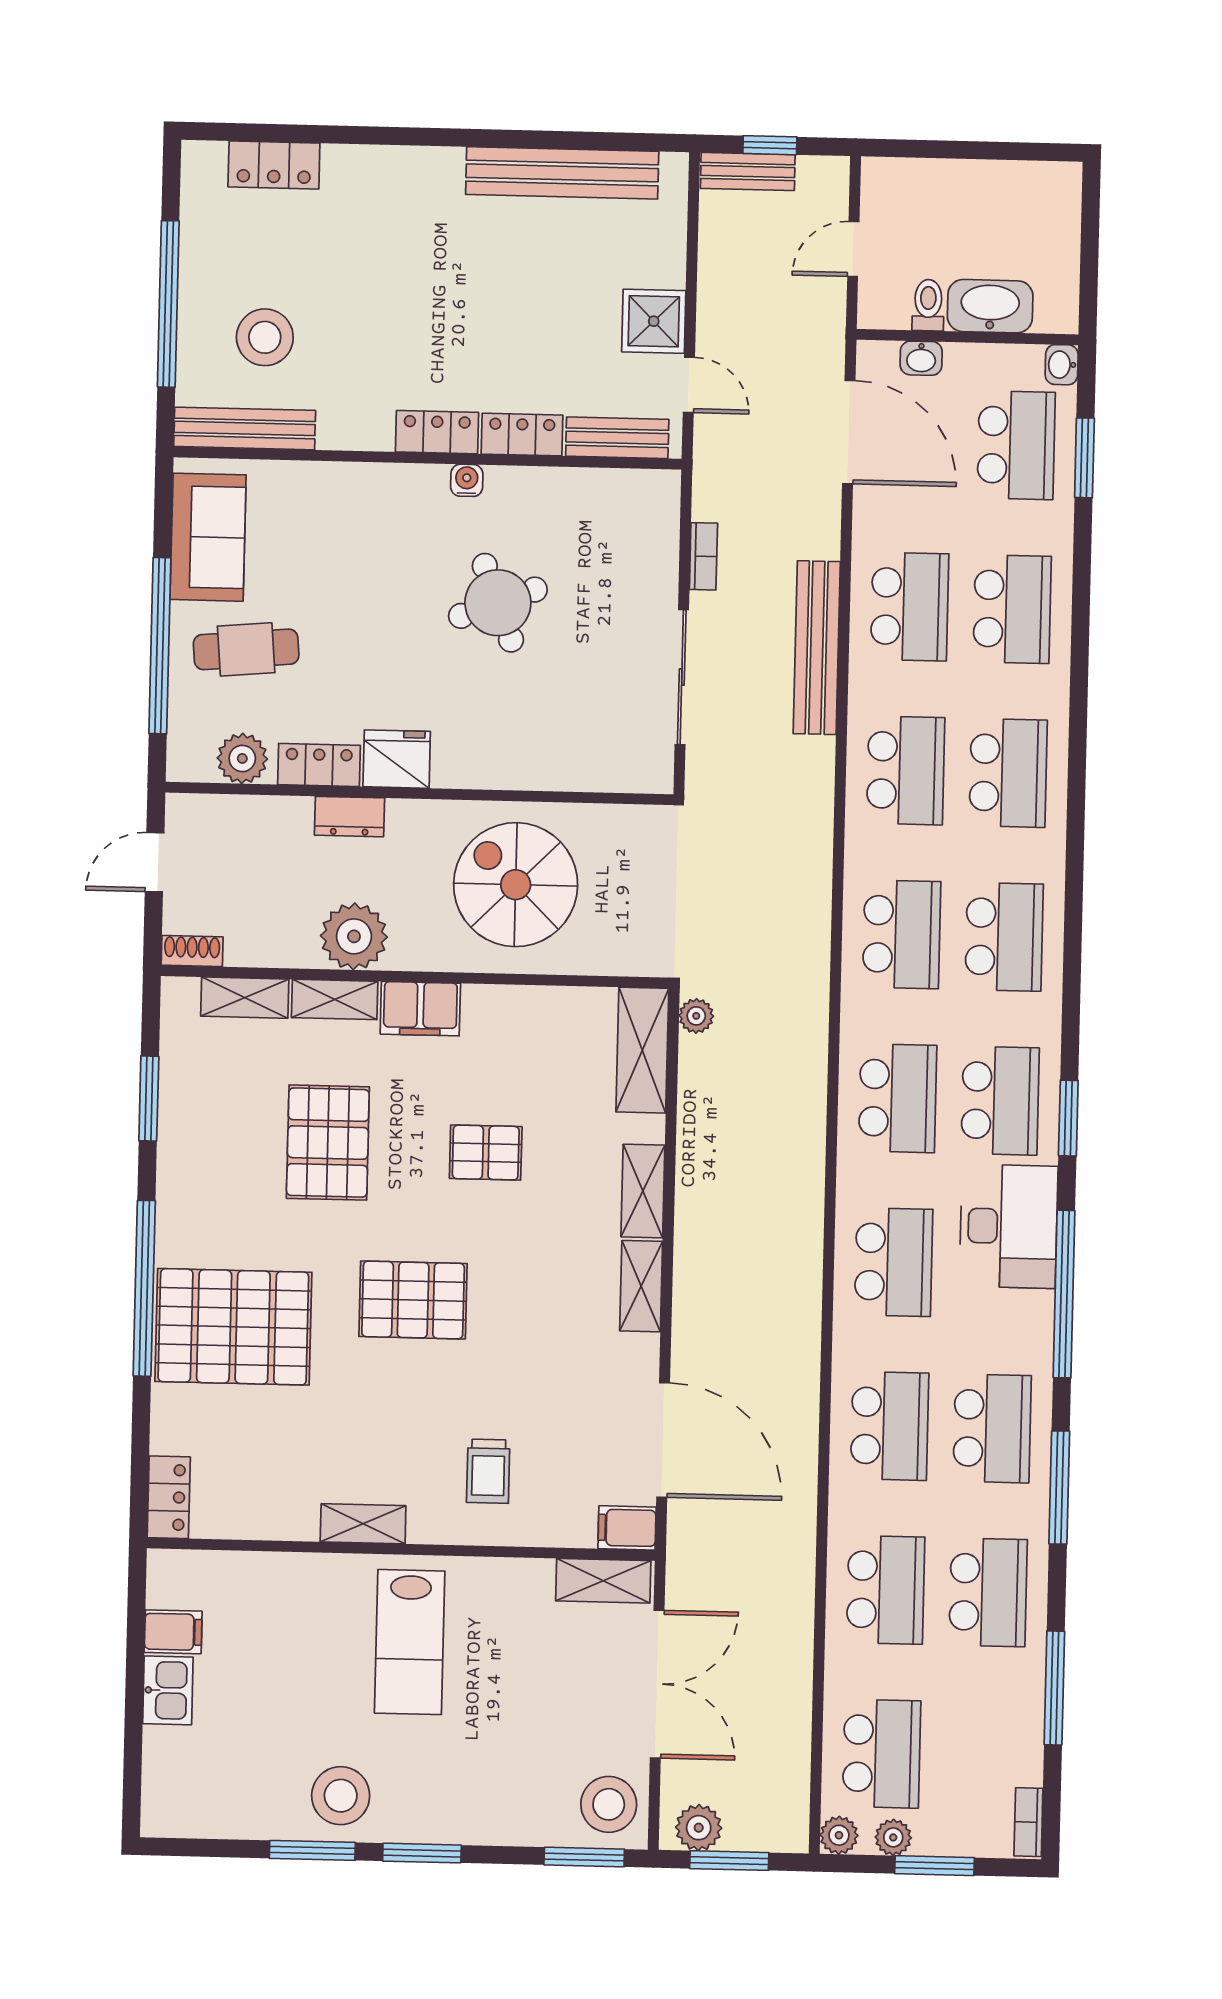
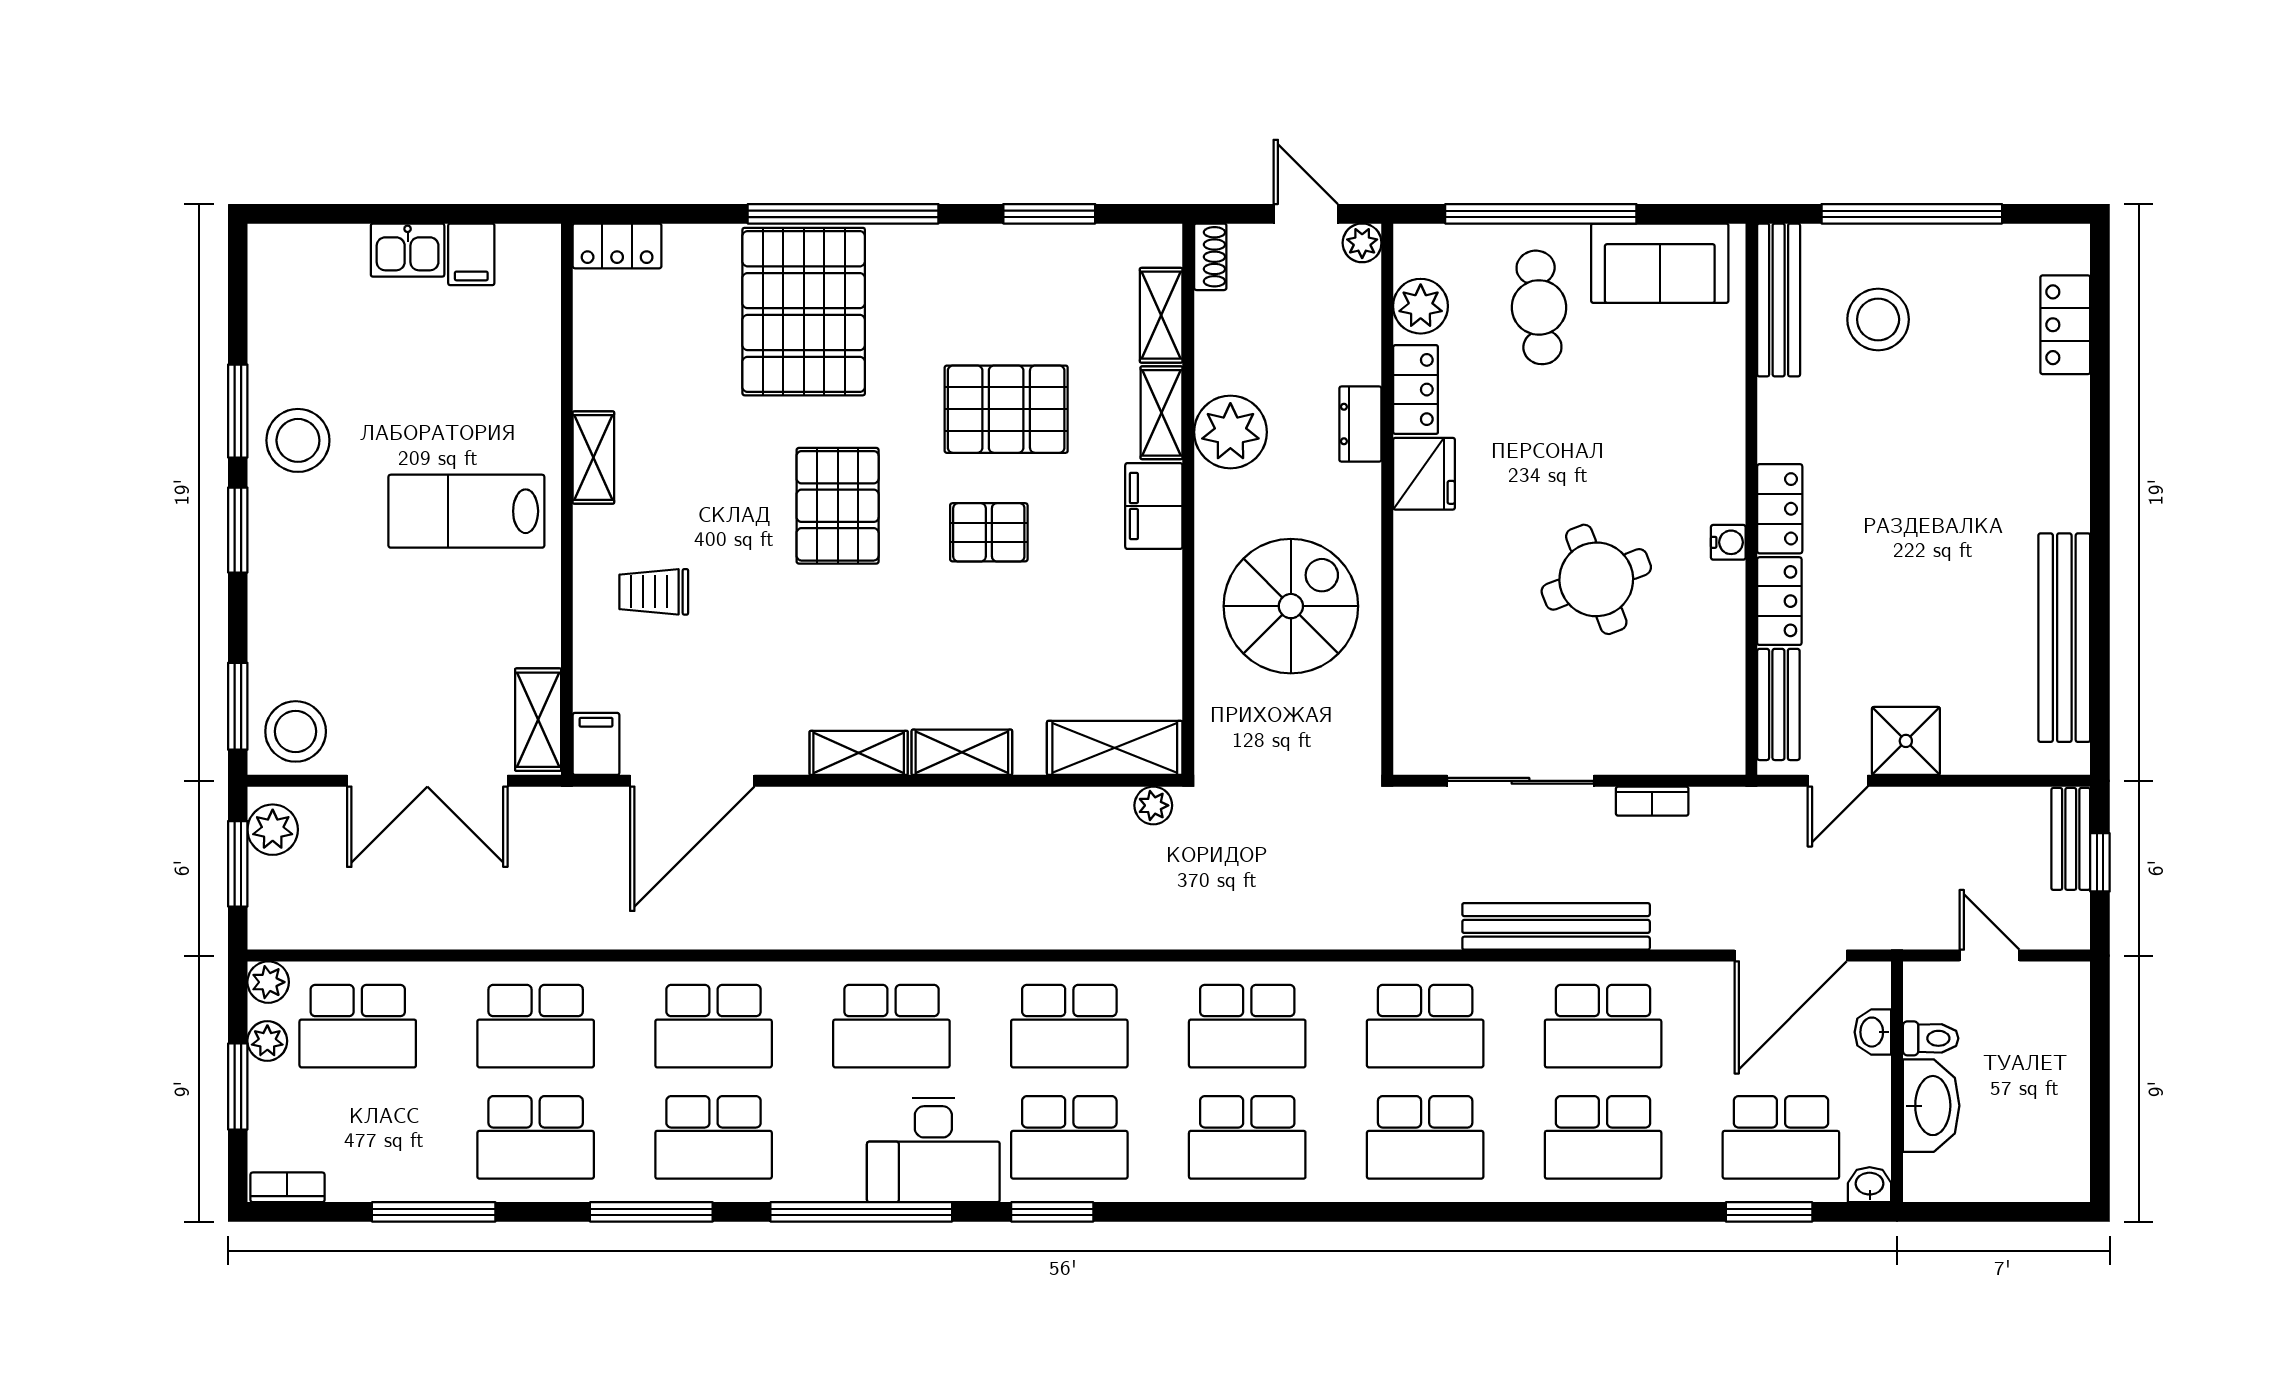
plant: (183, 811) -> (1362, 243), added
pallet: (486, 1153) -> (989, 532), moved, turned 90

